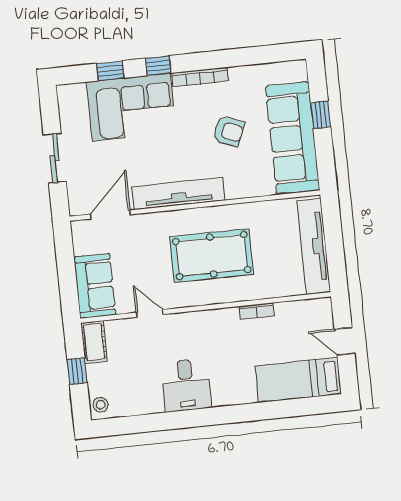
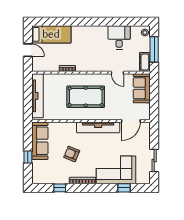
window: (158, 66) -> (60, 188), moved
sofa: (293, 138) -> (40, 141), width x0.74, depth x0.79
sliding door: (55, 158) -> (154, 161), moved
window: (77, 371) -> (154, 49), width x2.17
desk: (186, 385) -> (119, 37), moved

